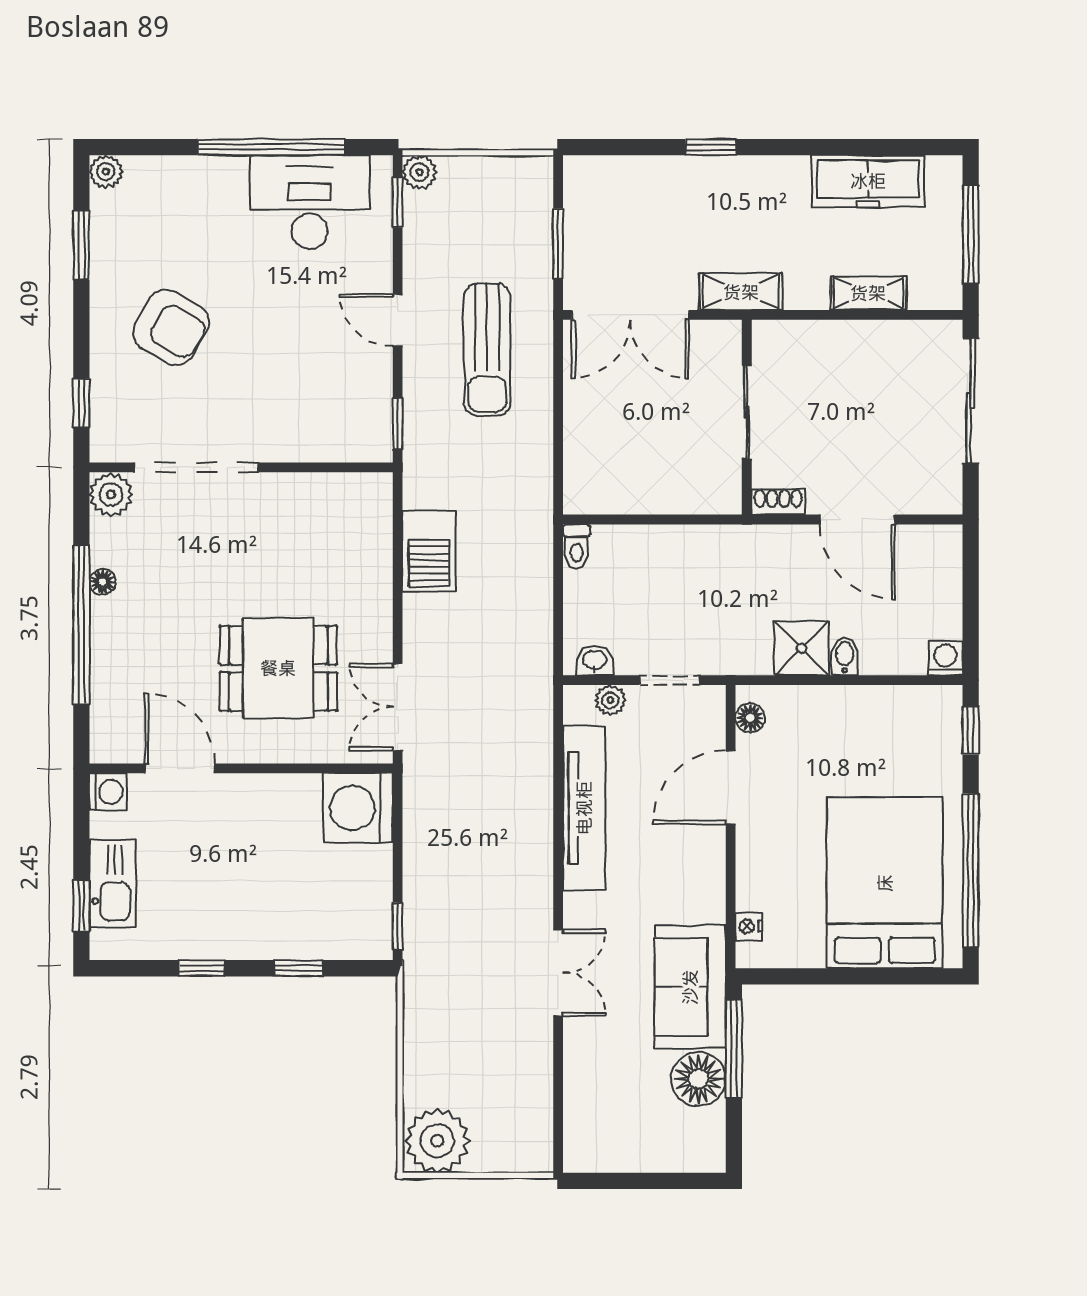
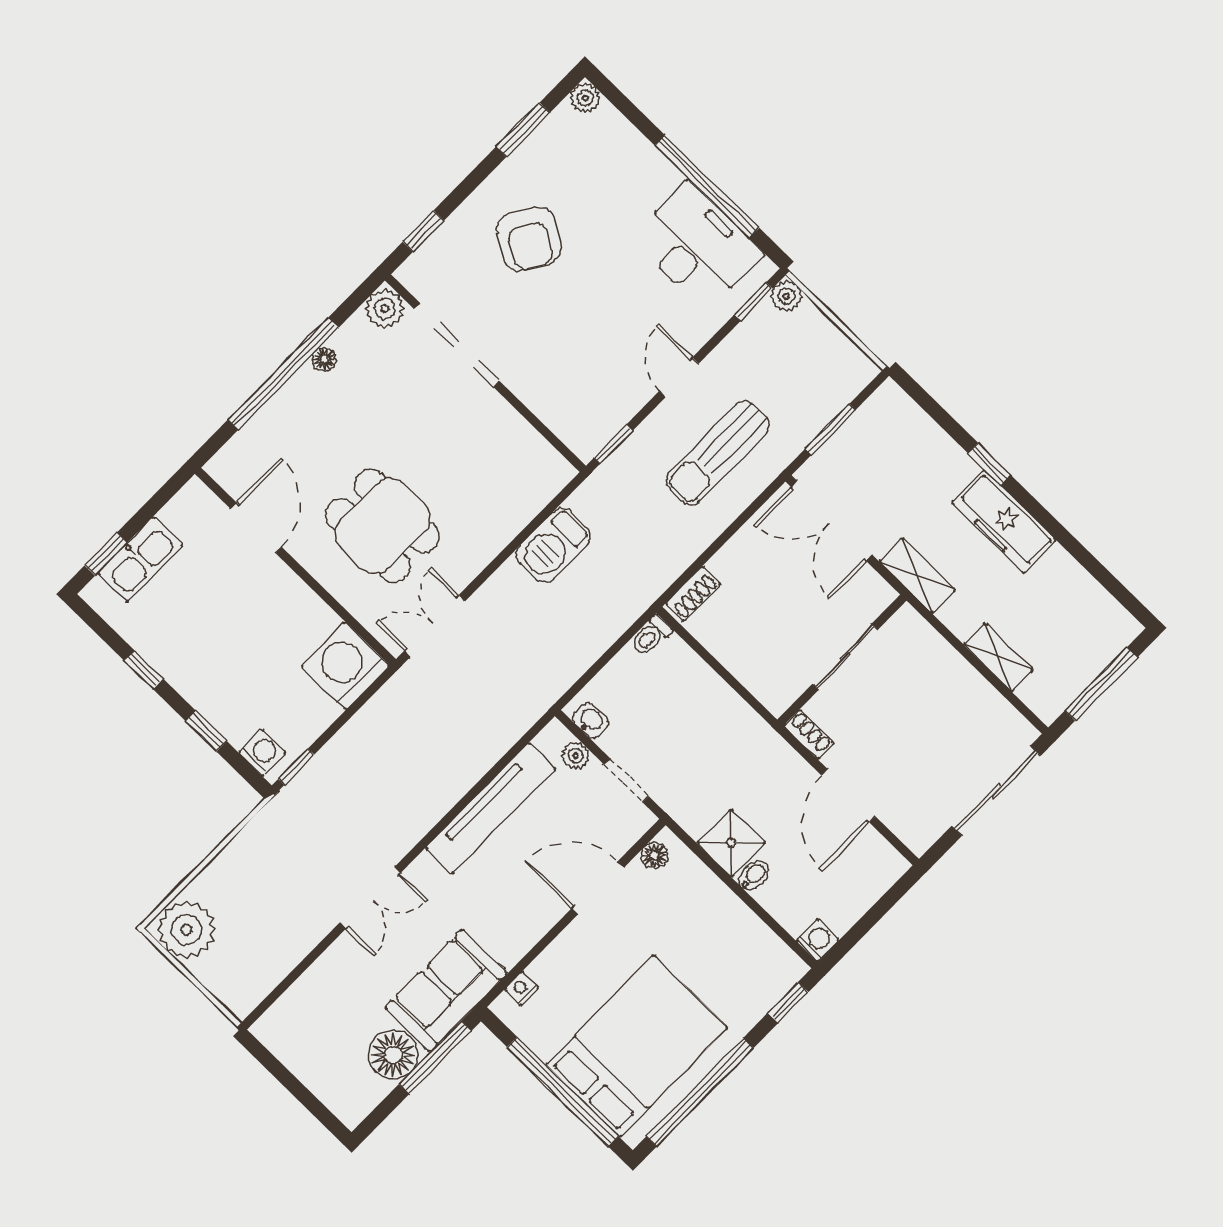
freezer: (868, 181) -> (1004, 522), moved
shoe rack: (577, 481) -> (693, 594), added
washing machine: (108, 792) -> (262, 753), moved, turned -90
window: (862, 976) -> (563, 1092), added

